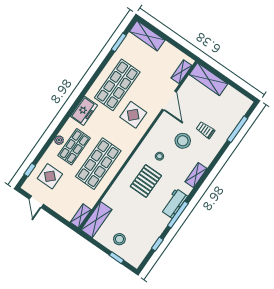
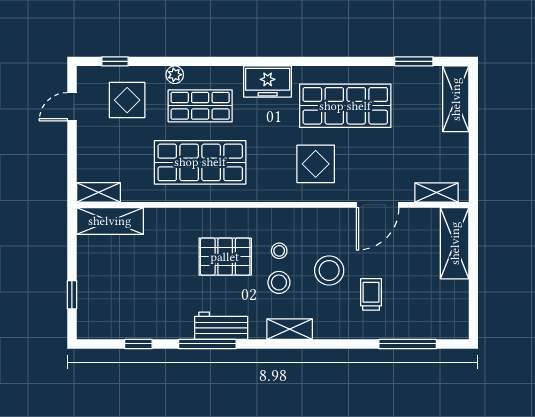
plant: (59, 140) -> (175, 75), moved
stool: (119, 239) -> (279, 282), moved

